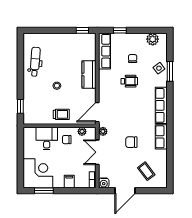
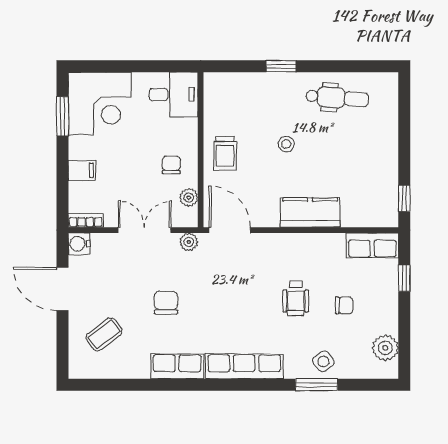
row of seats: (104, 51) -> (372, 245), width x0.68
window: (20, 106) -> (281, 66), moved
desk: (47, 139) -> (174, 95), moved

